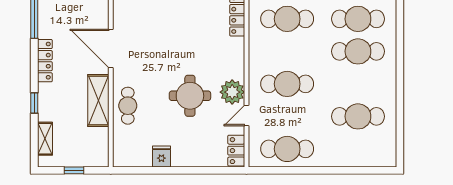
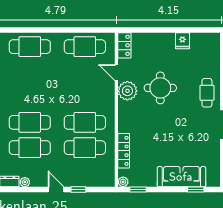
cafe table: (287, 84) -> (85, 122), moved
cafe table: (128, 106) -> (207, 93), moved
door: (247, 115) -> (116, 73), swing flipped
cafe table: (358, 116) -> (30, 47), moved

